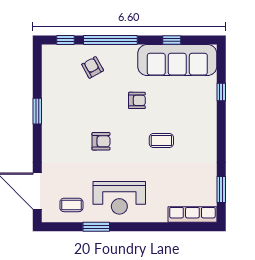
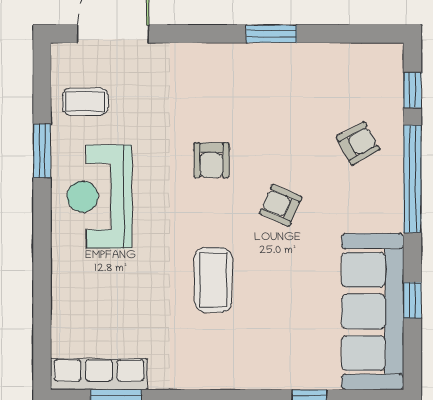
armchair: (137, 100) -> (281, 205), moved, turned 114
coffee table: (161, 140) -> (213, 280), width x1.36, depth x1.30
coffee table: (71, 205) -> (85, 102), turned 90
row of seats: (192, 215) -> (99, 374), moved, turned -90

